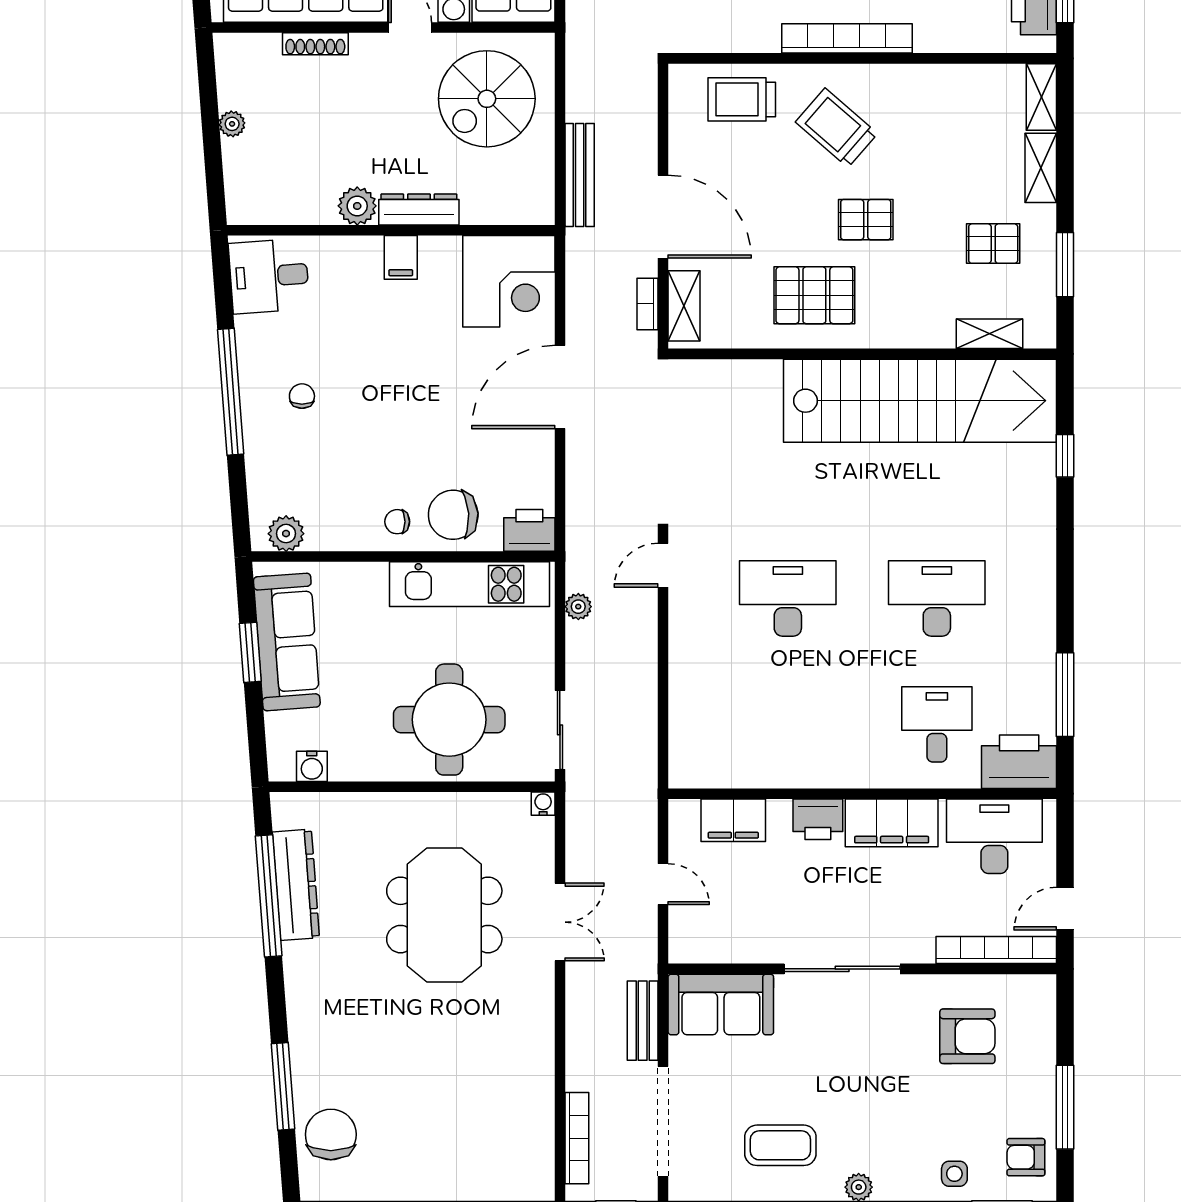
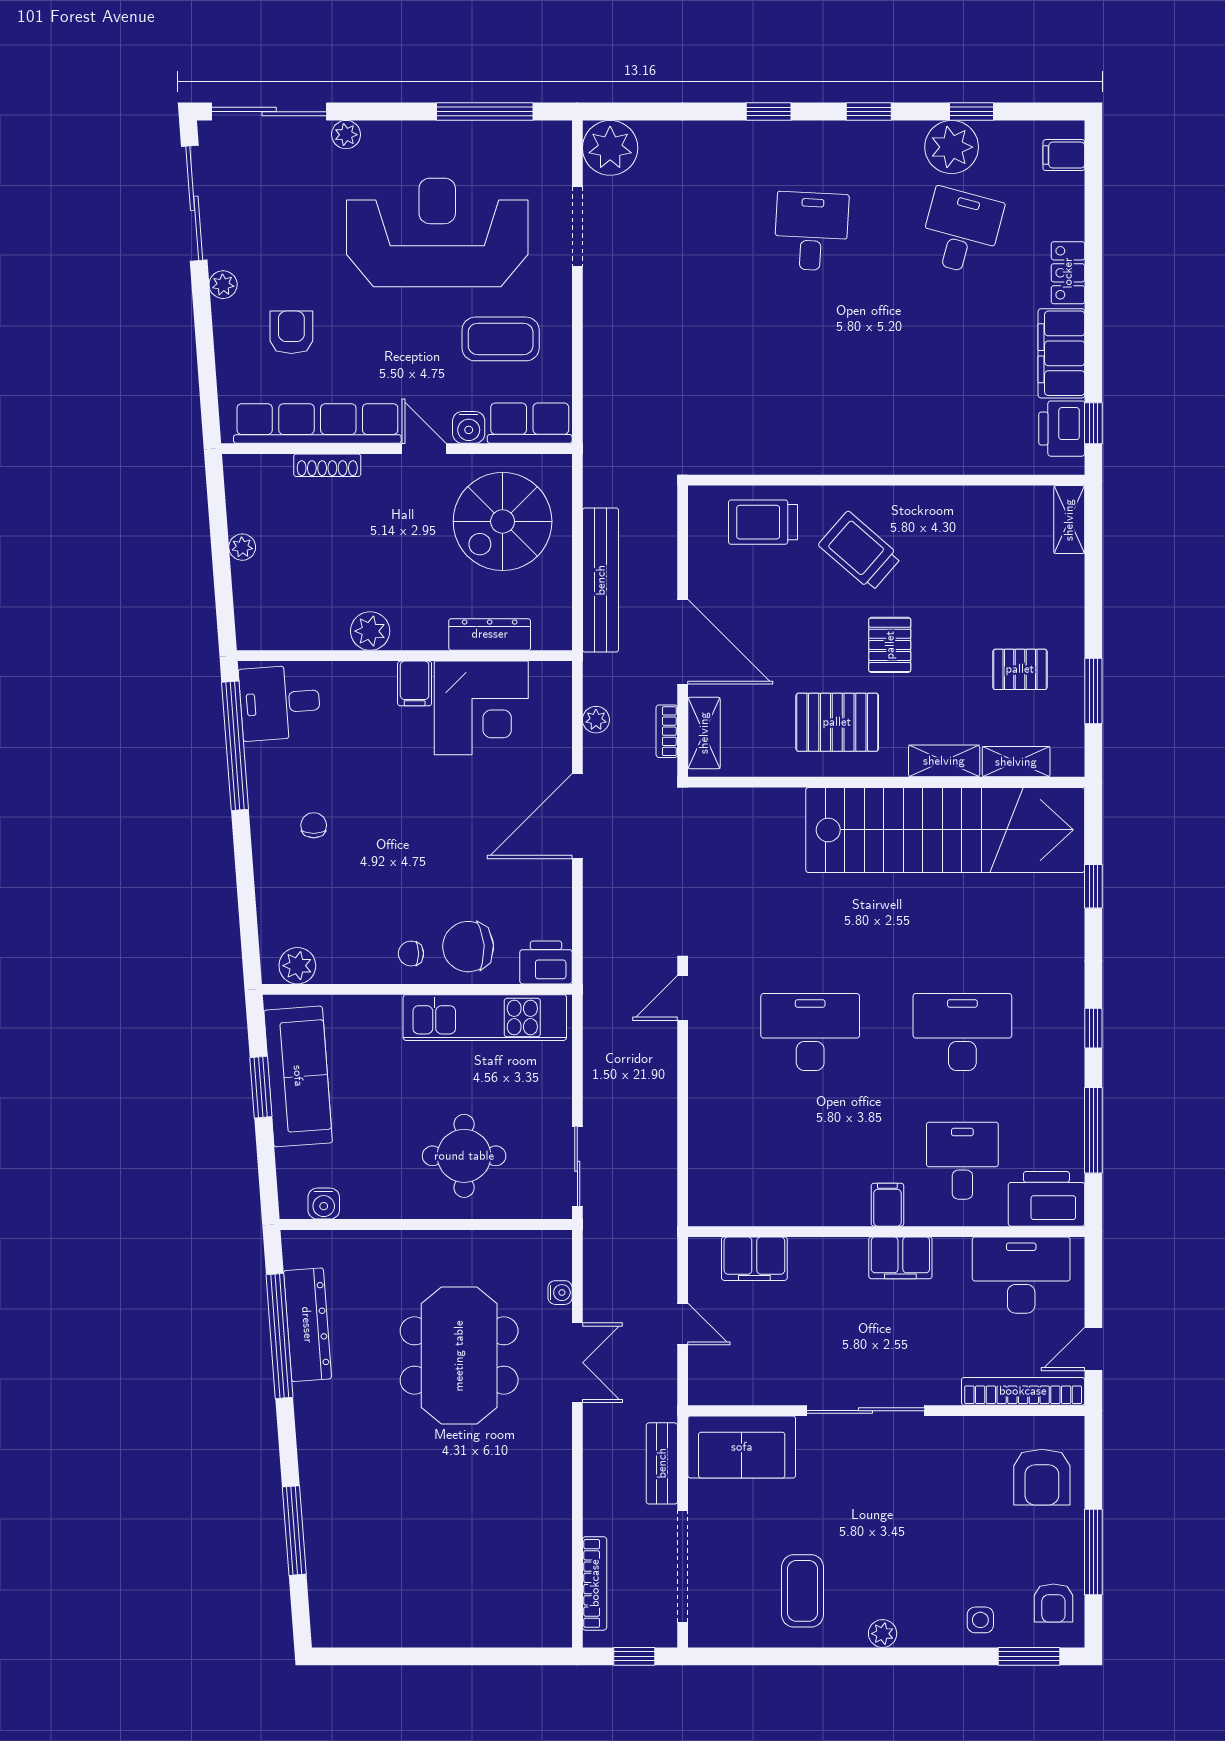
bookcase: (847, 38) -> (871, 460), removed
shelving: (1041, 168) -> (944, 761), moved, turned 90
bench: (580, 175) -> (601, 580), width x1.37, depth x1.21
dresser: (419, 209) -> (490, 634), moved
pallet: (866, 220) -> (890, 645), turned 90
corner desk: (509, 281) -> (481, 708), moved
window: (231, 392) -> (235, 746), moved
window: (1065, 595) -> (1093, 1028), added
plant: (578, 607) -> (596, 720), moved
round table: (449, 720) -> (464, 1156), width x0.73, depth x0.73
filing cabinet: (863, 767) -> (887, 1205), added
water cooler: (543, 804) -> (560, 1293), moved, turned 90
printer: (818, 819) -> (841, 1258), removed
filing cabinet: (892, 823) -> (900, 1258), width x0.67, depth x0.86
armchair: (967, 1036) -> (1042, 1477), moved, turned 90
chair: (331, 1134) -> (343, 1580), removed
coffee table: (780, 1145) -> (803, 1591), turned 90
armchair: (1026, 1157) -> (1053, 1603), turned -90

